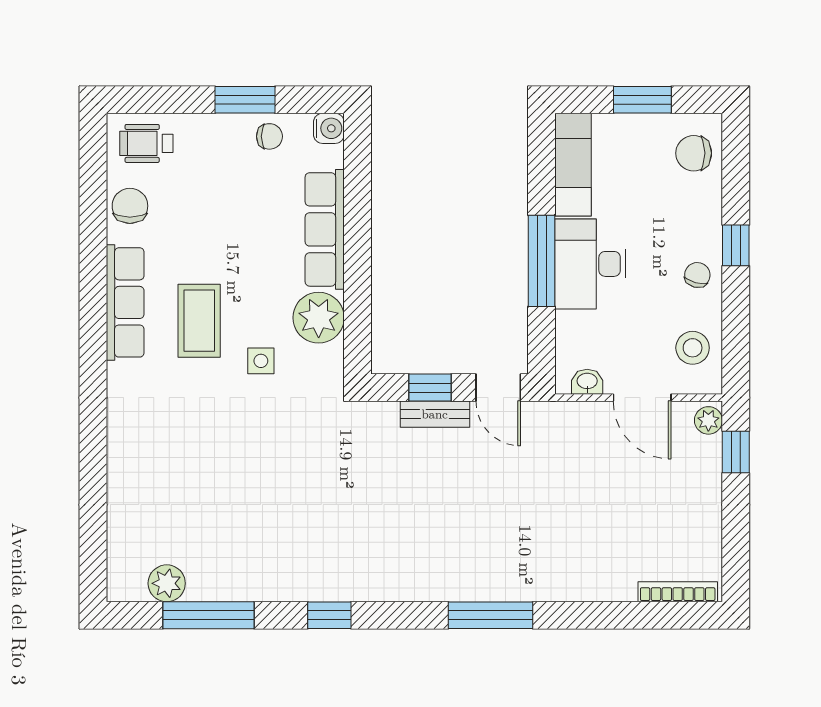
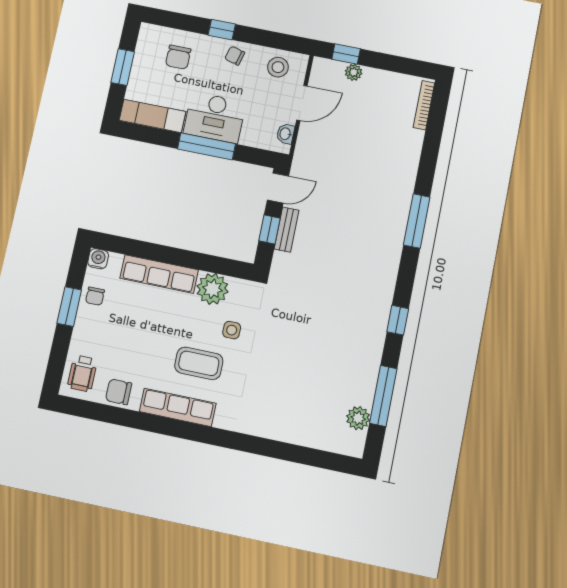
chair: (269, 136) -> (95, 296), turned 180
chair: (694, 153) -> (178, 57), moved
plant: (708, 420) -> (354, 72), moved

